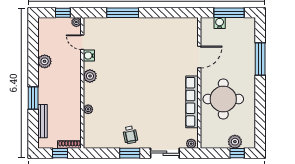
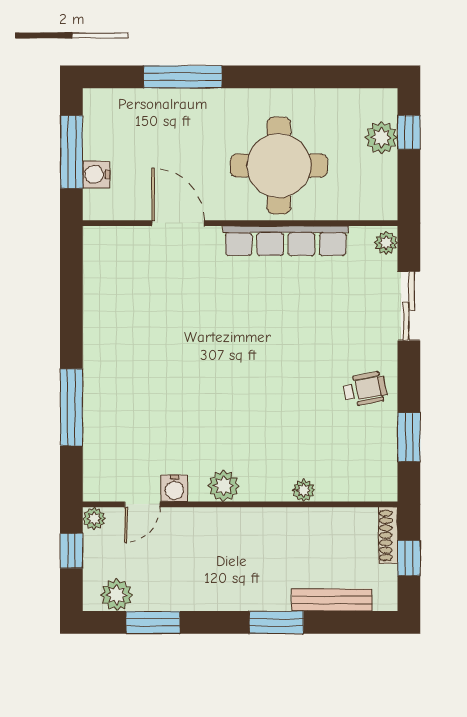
window: (33, 47) -> (153, 622), added
plant: (45, 61) -> (117, 595), moved
window: (130, 153) -> (409, 437), moved

